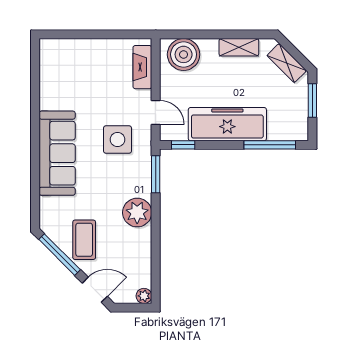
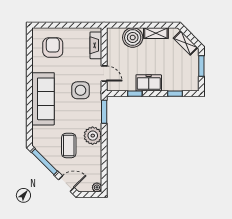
boiler: (184, 54) -> (133, 38), moved
armchair: (73, 70) -> (53, 47), added
freezer: (227, 124) -> (149, 83), width x0.52, depth x0.79
window: (183, 145) -> (135, 94), moved
window: (270, 145) -> (175, 94), width x0.46
coffee table: (84, 240) -> (69, 146), moved

